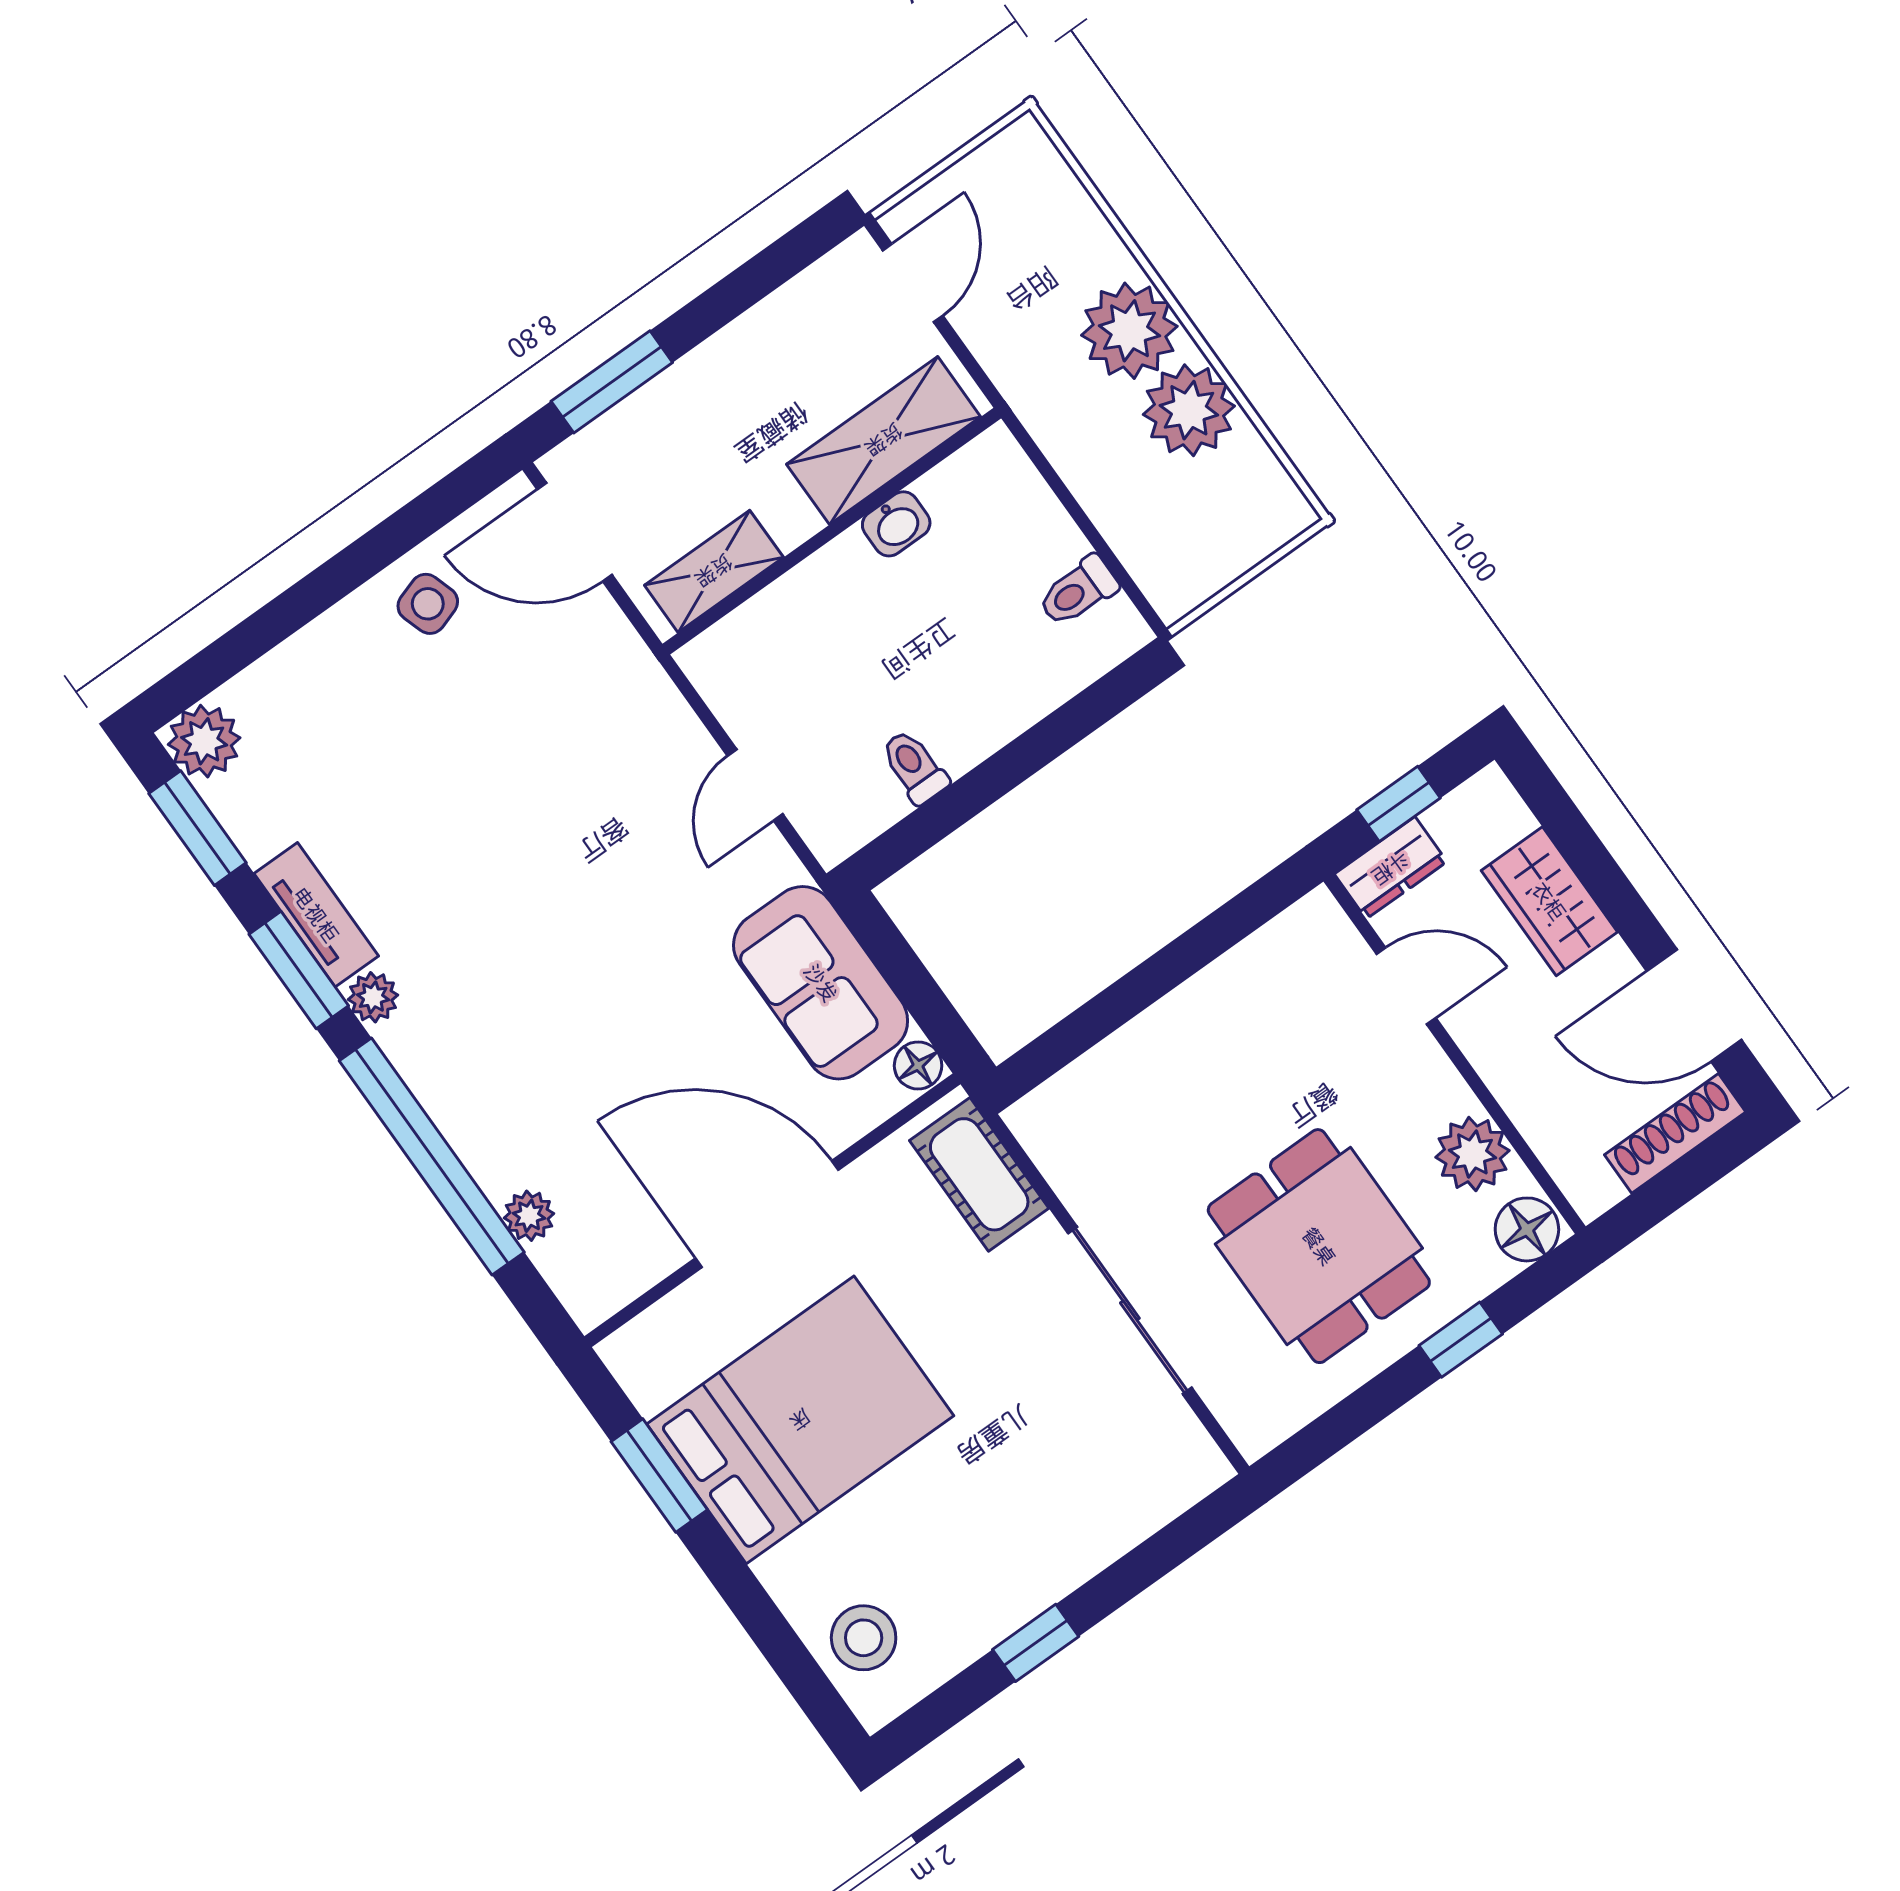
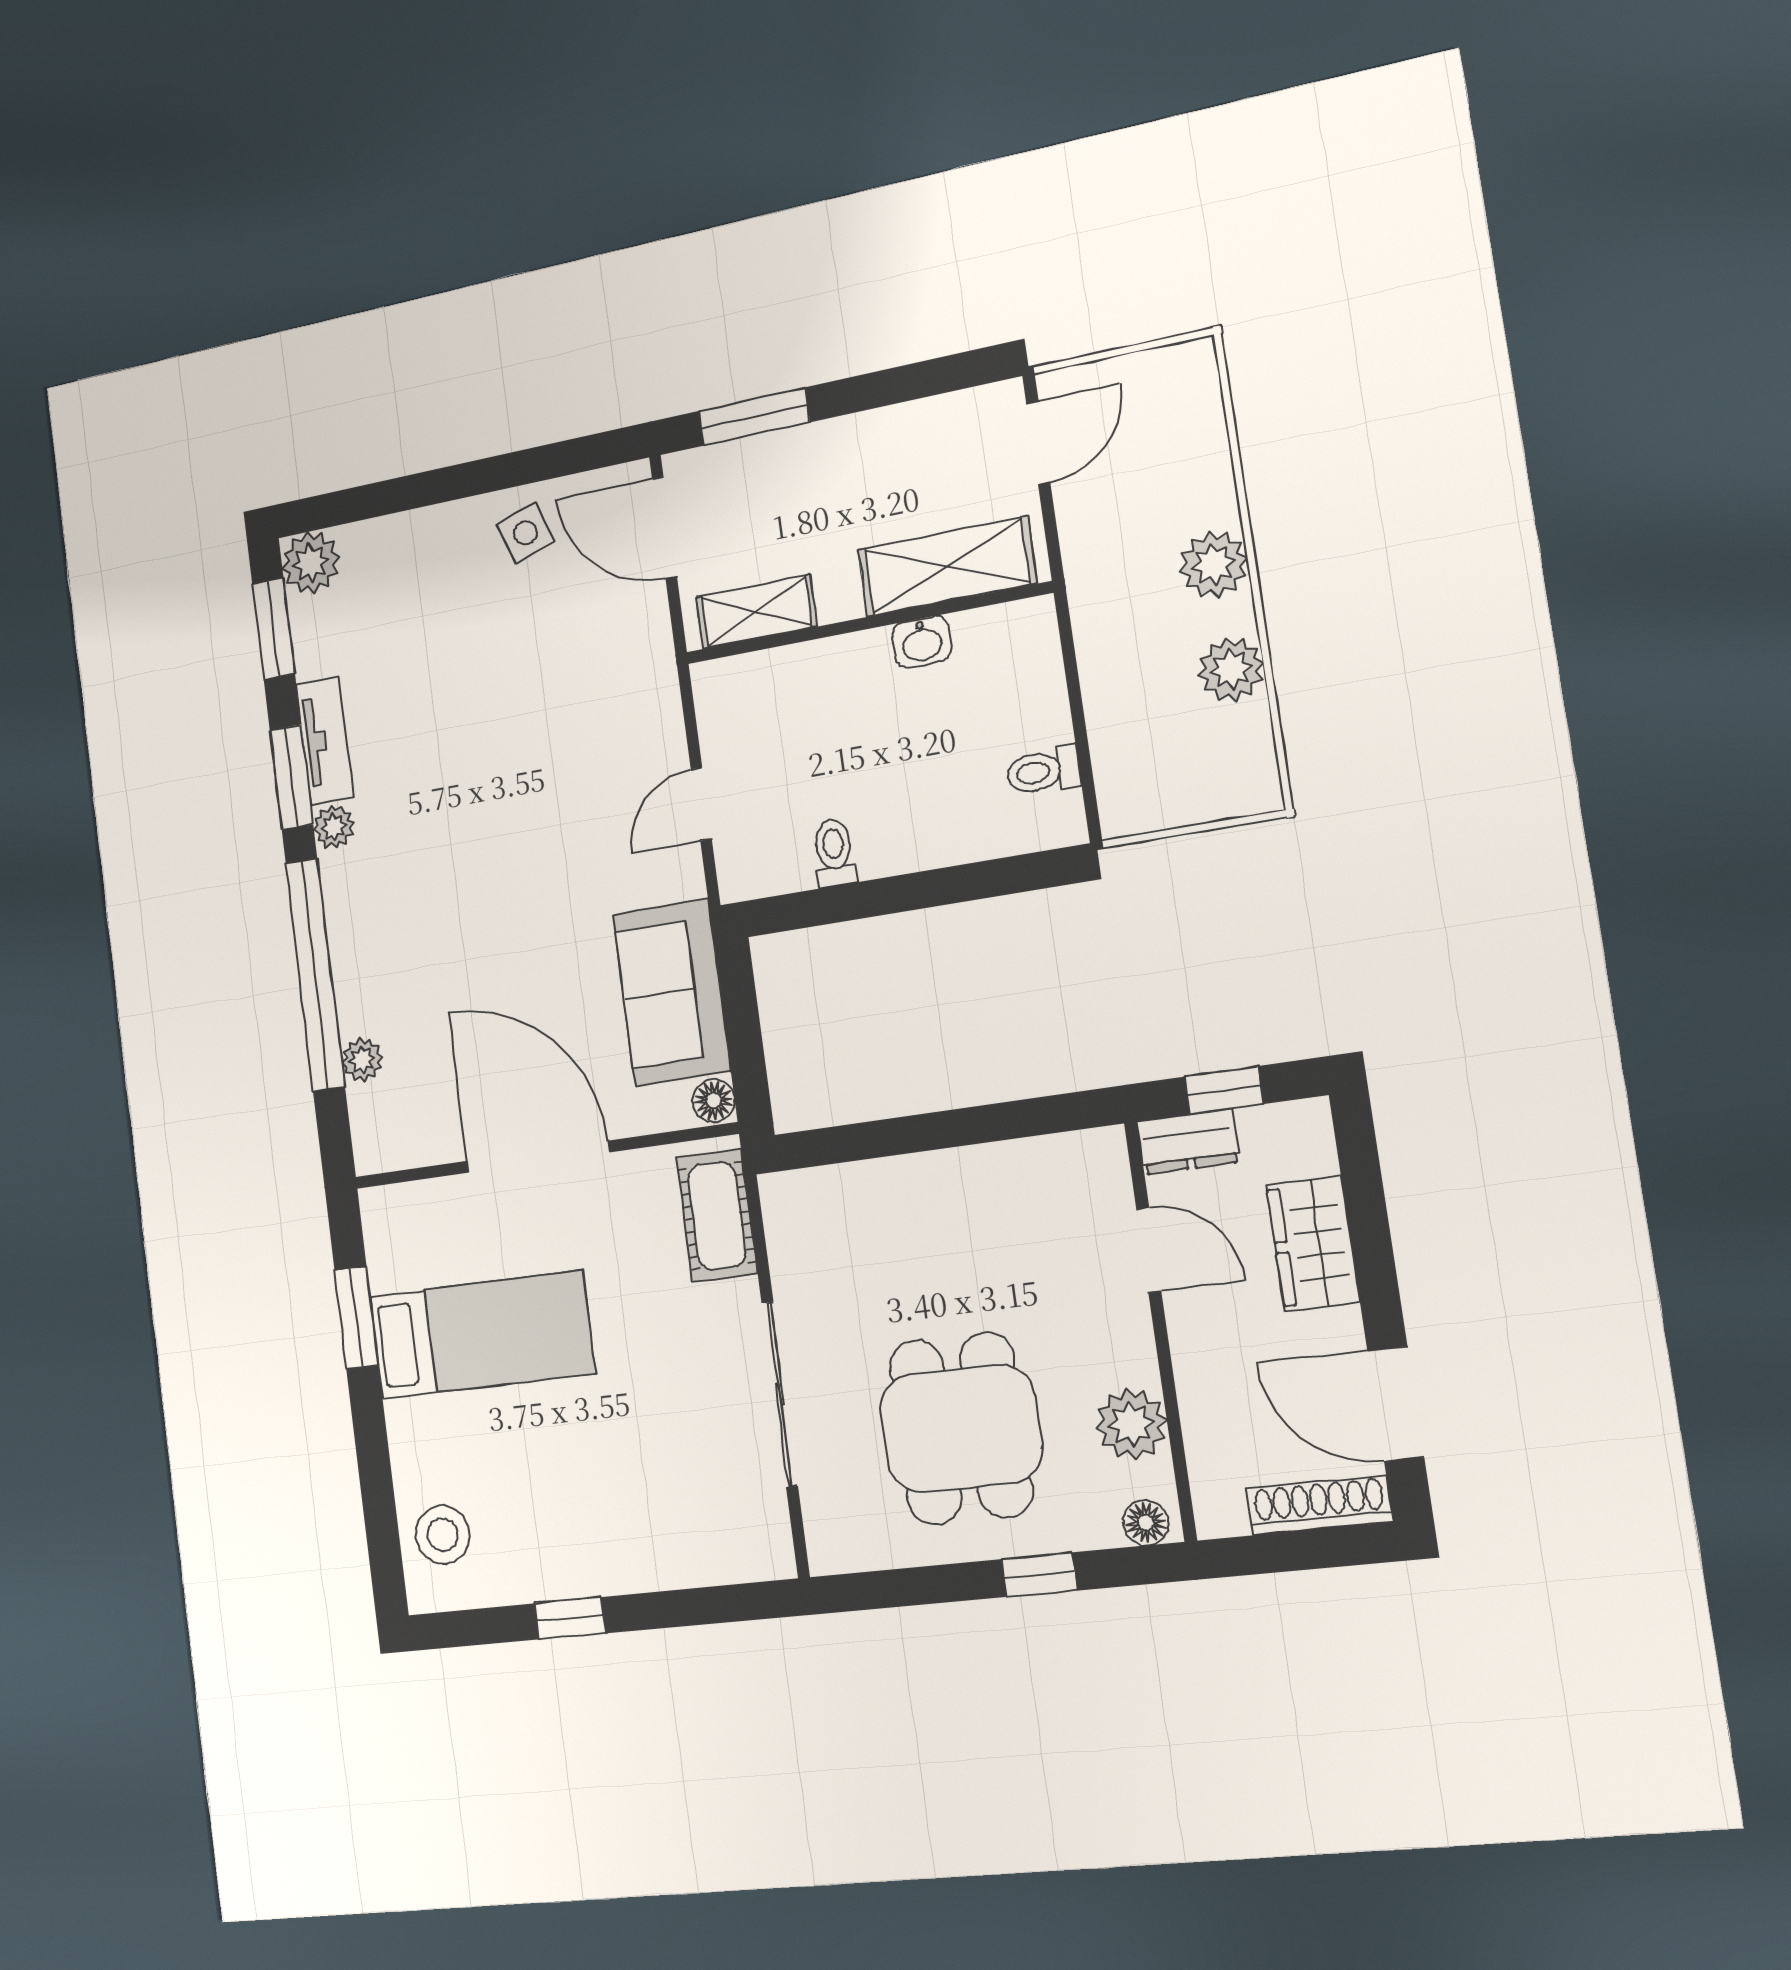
plant: (1129, 331) -> (1214, 565), width x0.73, depth x0.73
plant: (1189, 410) -> (1231, 669), width x0.73, depth x0.73
floor lamp: (1527, 1229) -> (1146, 1523), width x0.73, depth x0.73
bed: (800, 1420) -> (481, 1335), width x0.67

